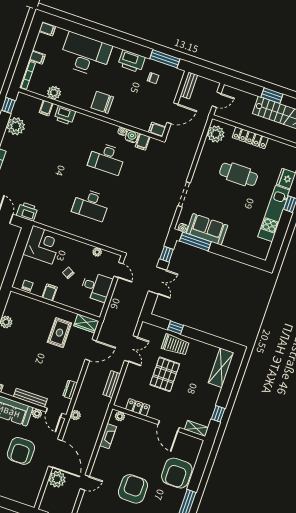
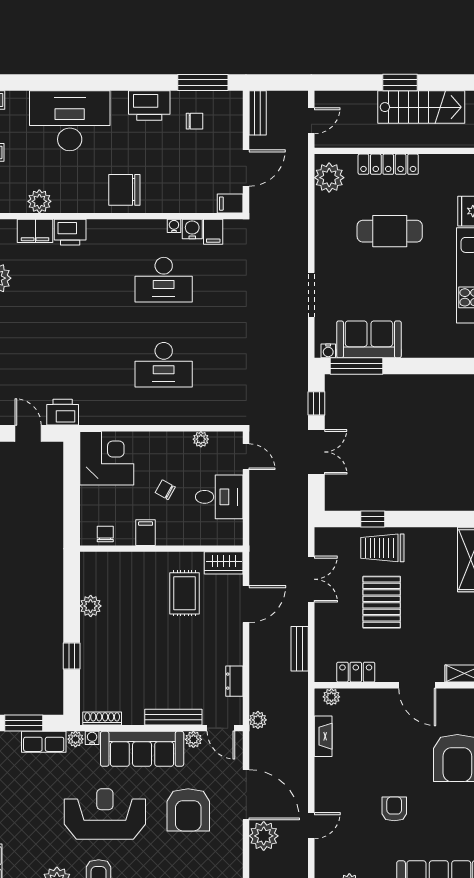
filing cabinet: (46, 108) -> (35, 231), width x2.00
trolley: (175, 345) -> (382, 548), turned 180
armchair: (133, 489) -> (394, 809), width x0.53, depth x0.53

